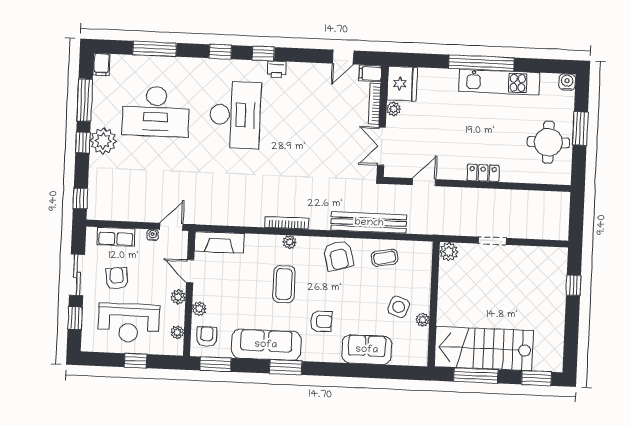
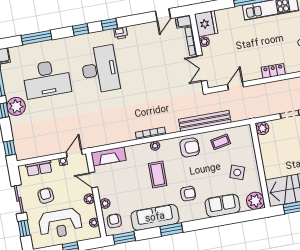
armchair: (338, 256) -> (190, 147), turned -75
plant: (423, 320) -> (255, 201), moved, width x1.88, depth x1.88

